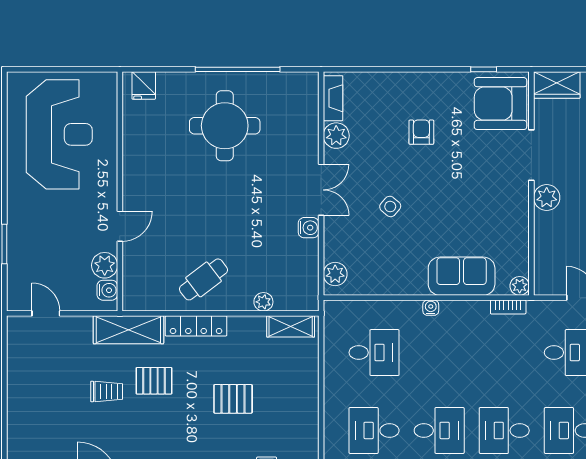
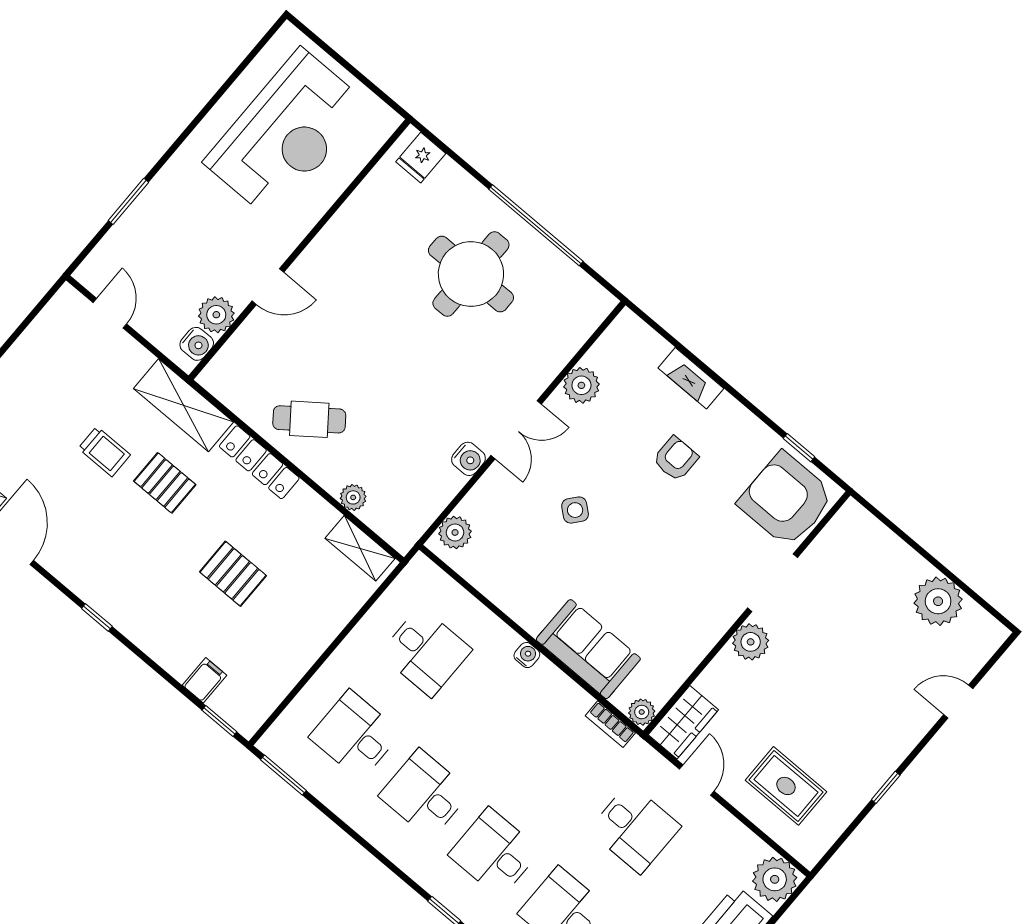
wardrobe: (557, 85) -> (683, 722), moved, turned -90
fireplace: (333, 98) -> (691, 378), moved, turned 90
desk: (439, 430) -> (425, 794), turned 180

